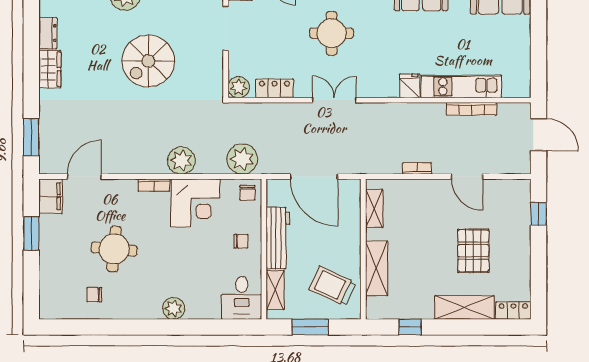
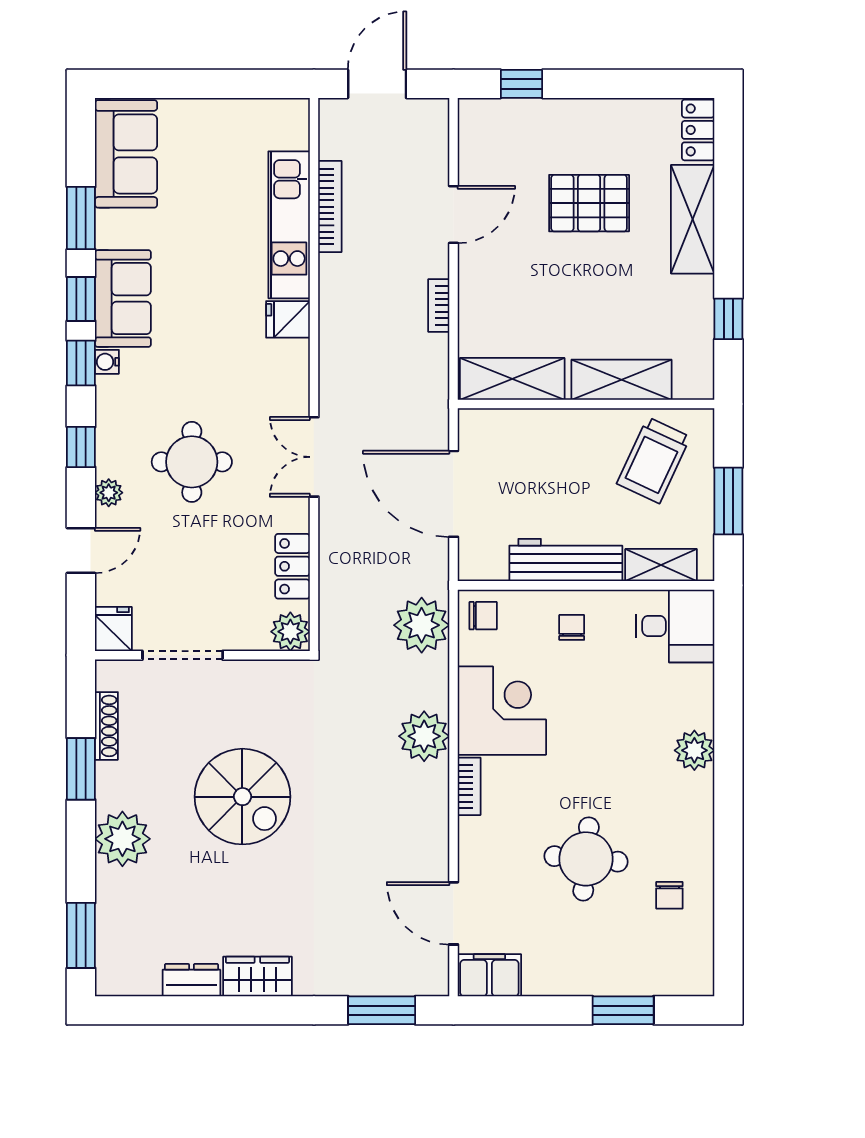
door: (314, 177) -> (453, 494), swing flipped
shelving: (374, 209) -> (512, 379), width x1.50, depth x1.33
window: (31, 234) -> (623, 1010), moved

